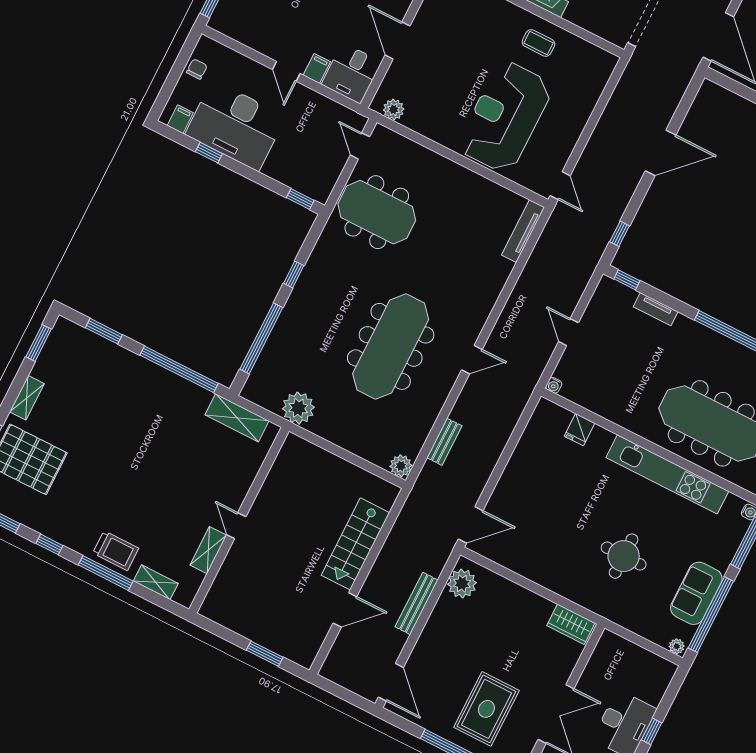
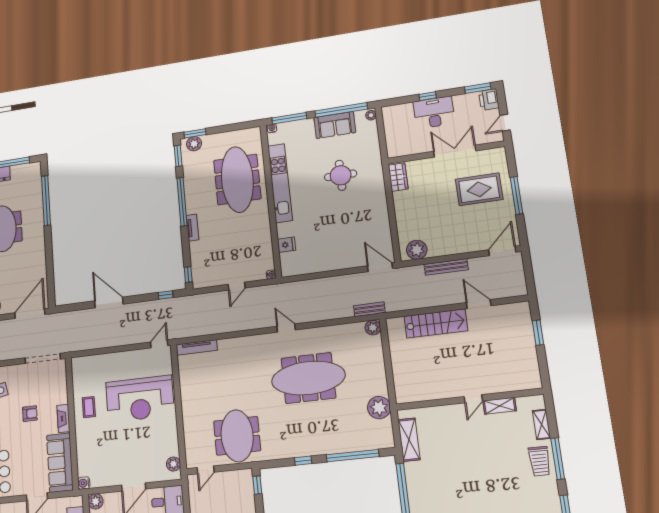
tv unit: (656, 309) -> (193, 228), moved
bench: (444, 442) -> (369, 309), moved
trolley: (116, 551) -> (540, 461), turned 180

